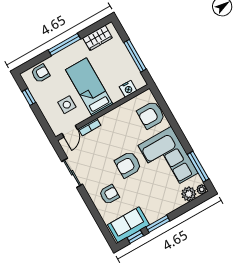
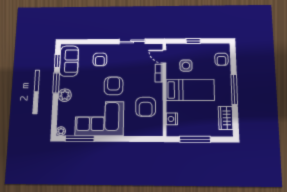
window: (29, 97) -> (193, 41), moved
armchair: (151, 115) -> (146, 107), moved, turned 180
plant: (189, 194) -> (65, 95), moved

